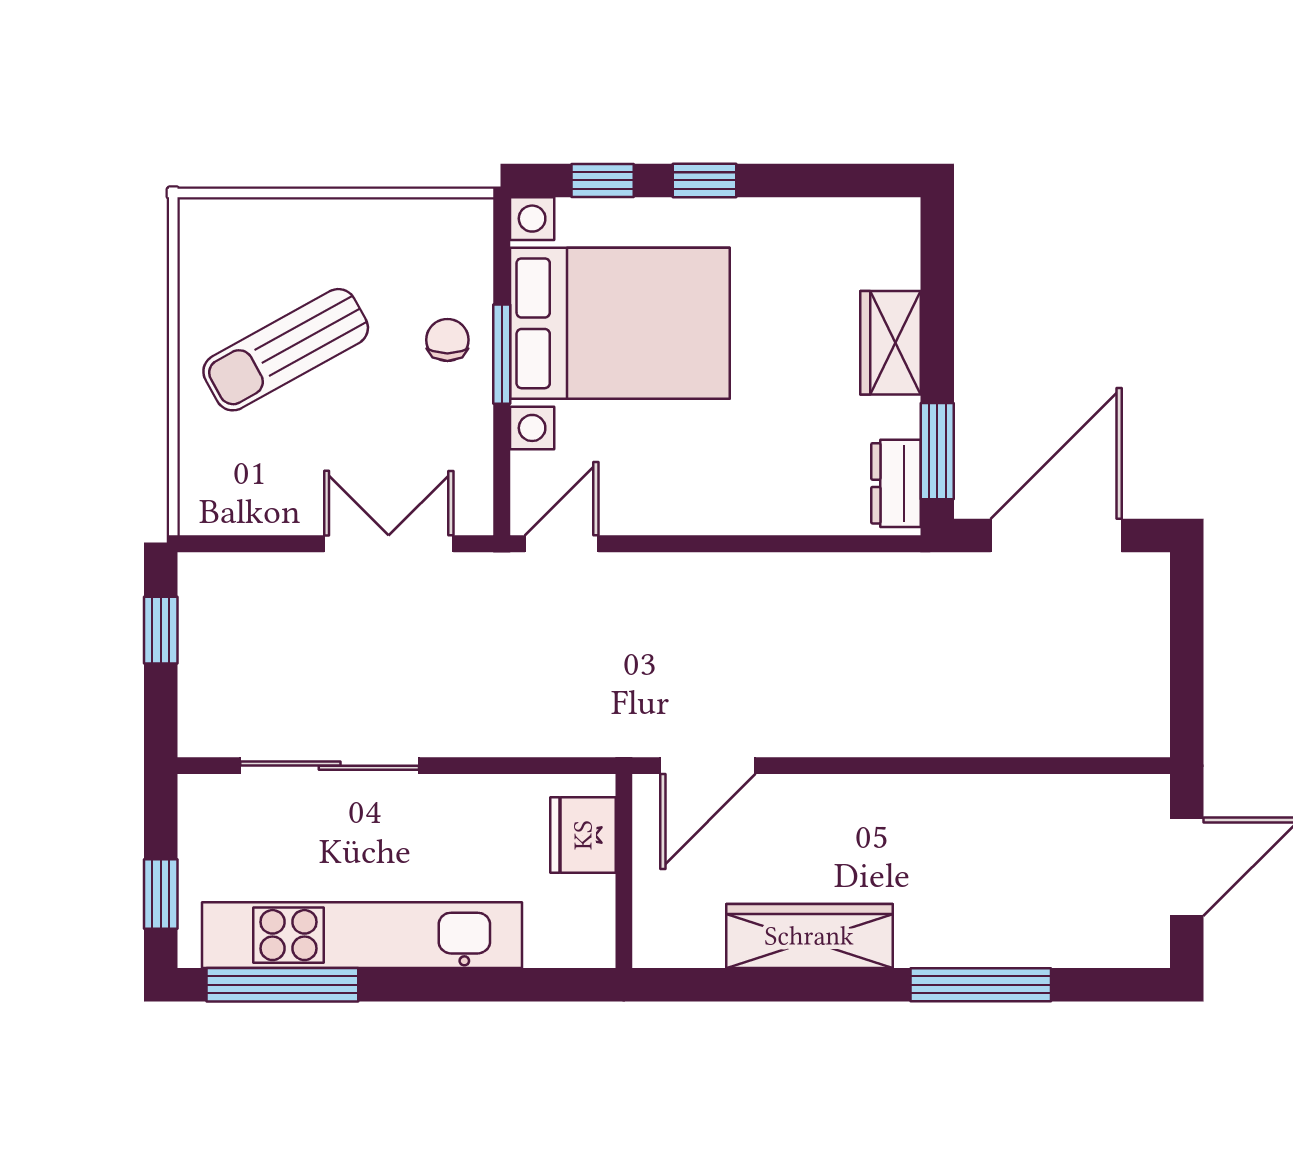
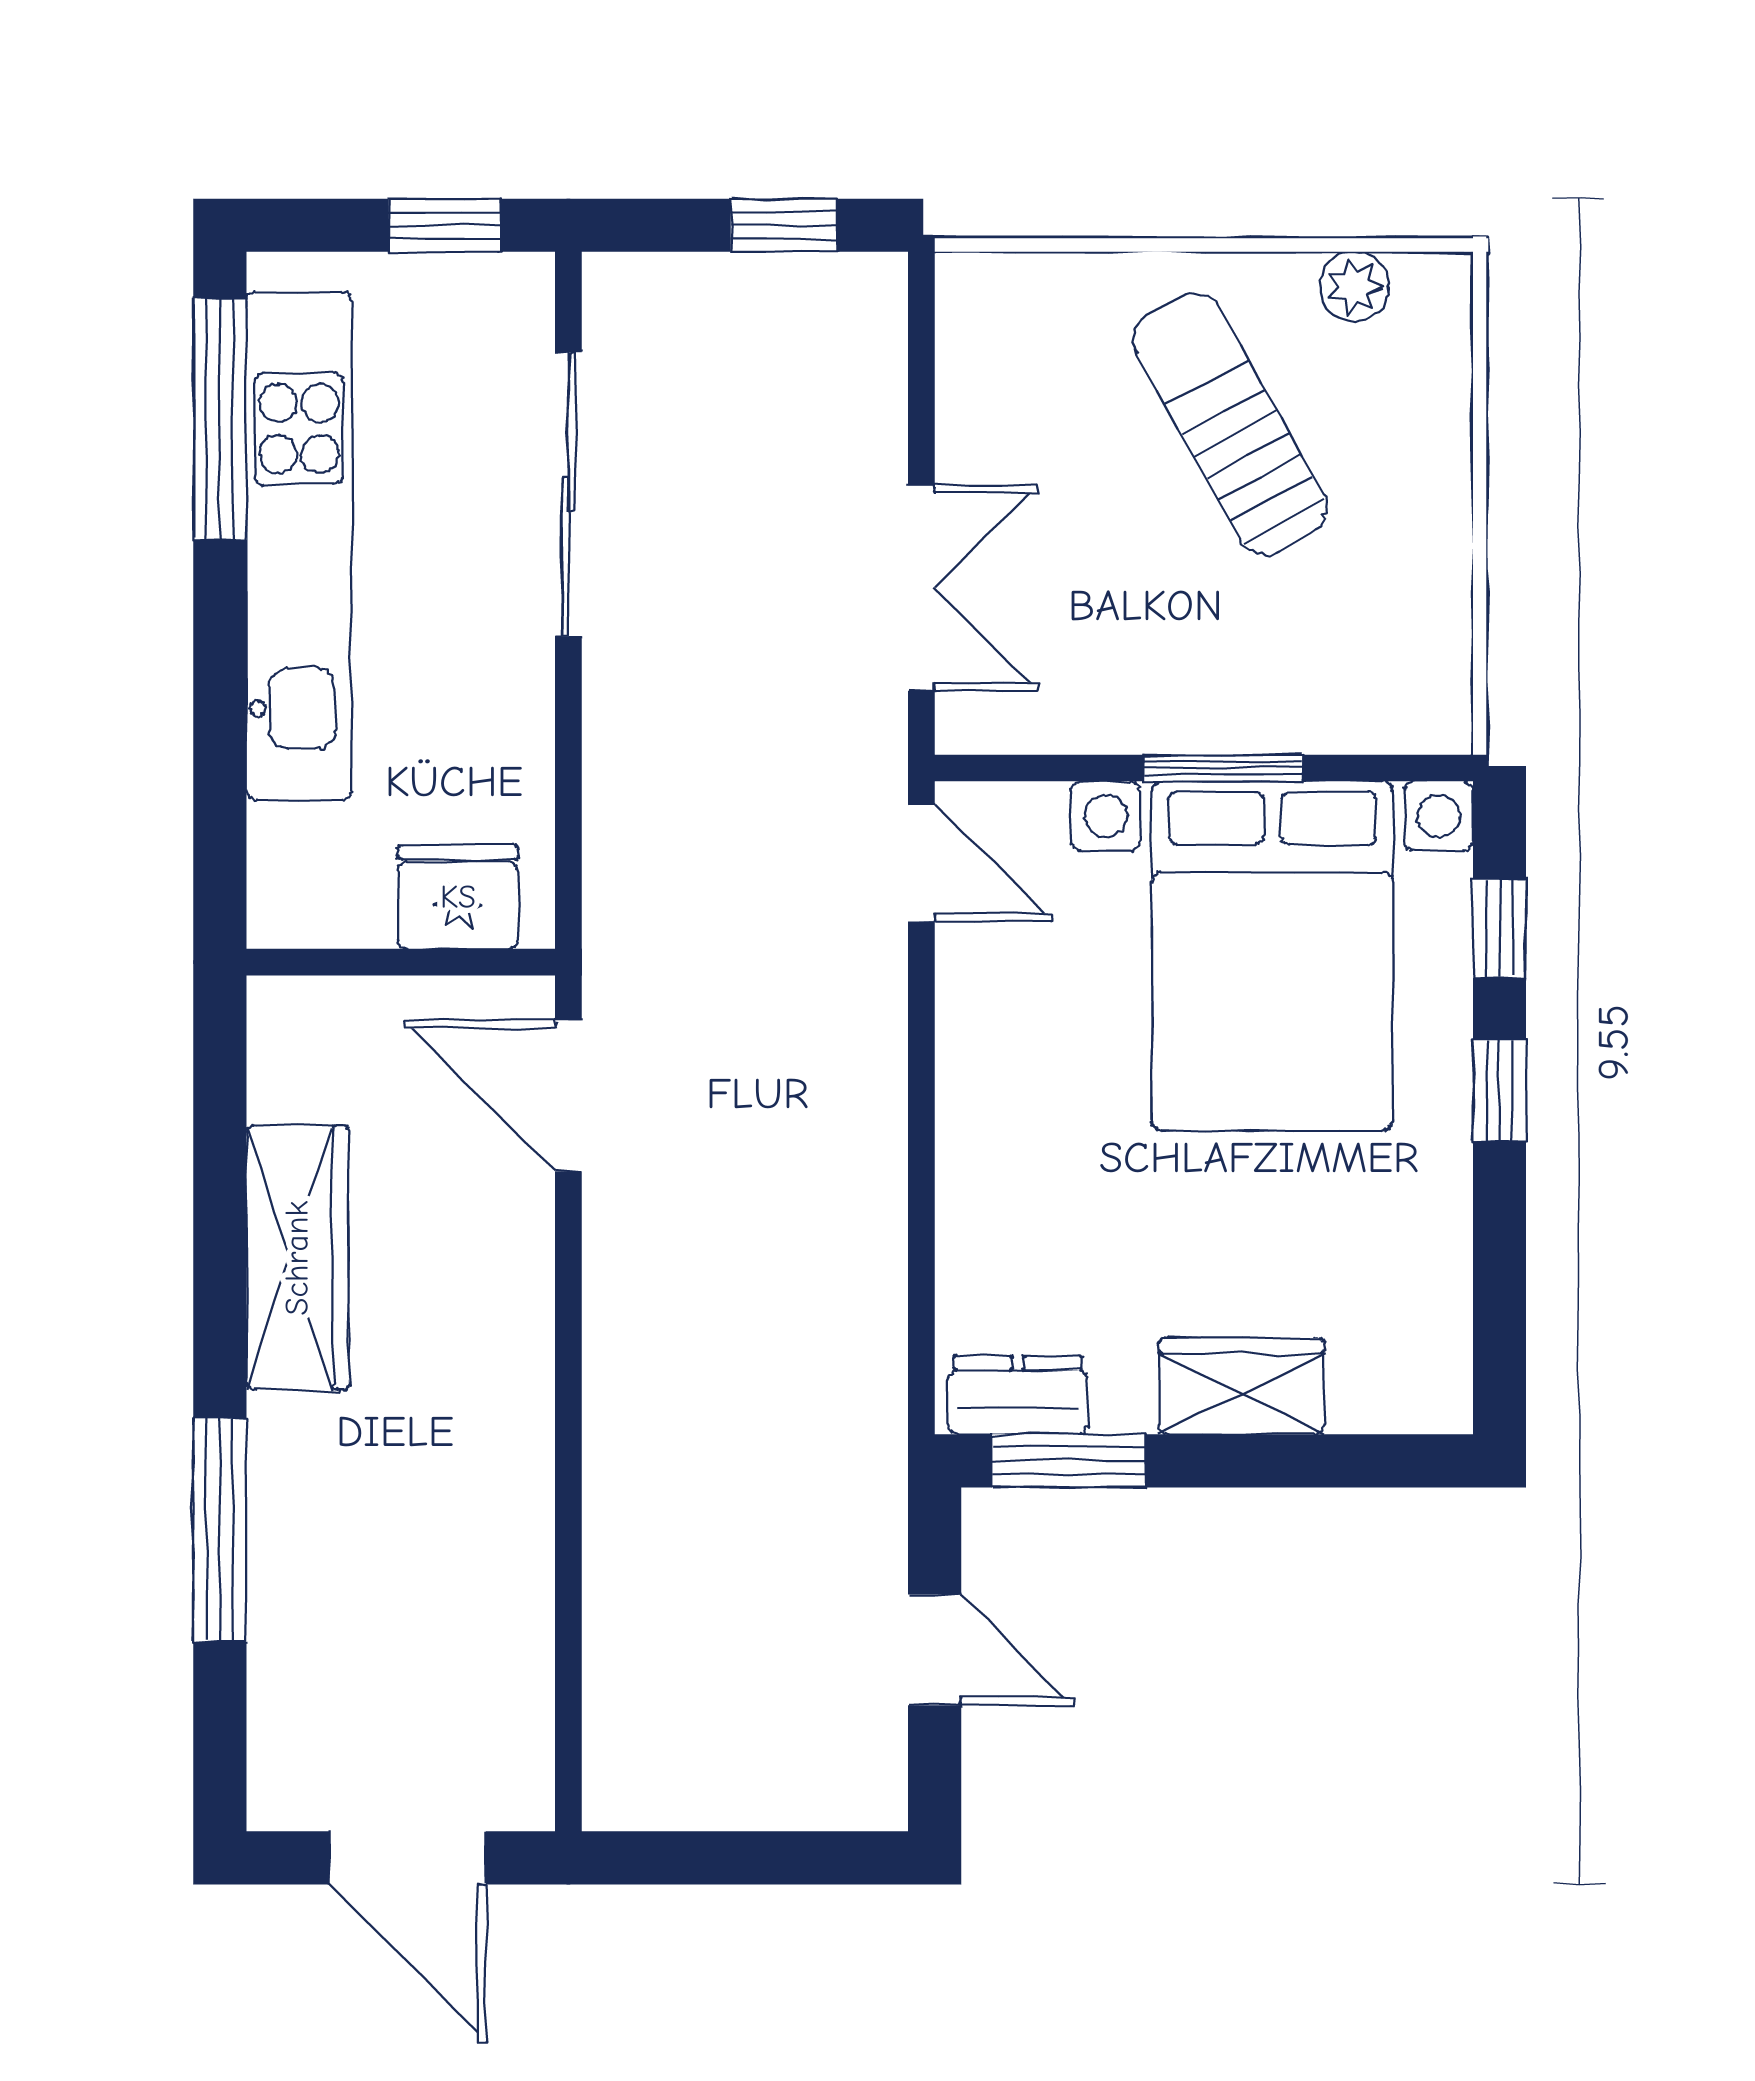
plant: (199, 272) -> (1354, 287), added
chair: (447, 340) -> (1246, 681), removed
door: (1056, 535) -> (935, 1650), width x0.53
window: (161, 894) -> (444, 225), moved

